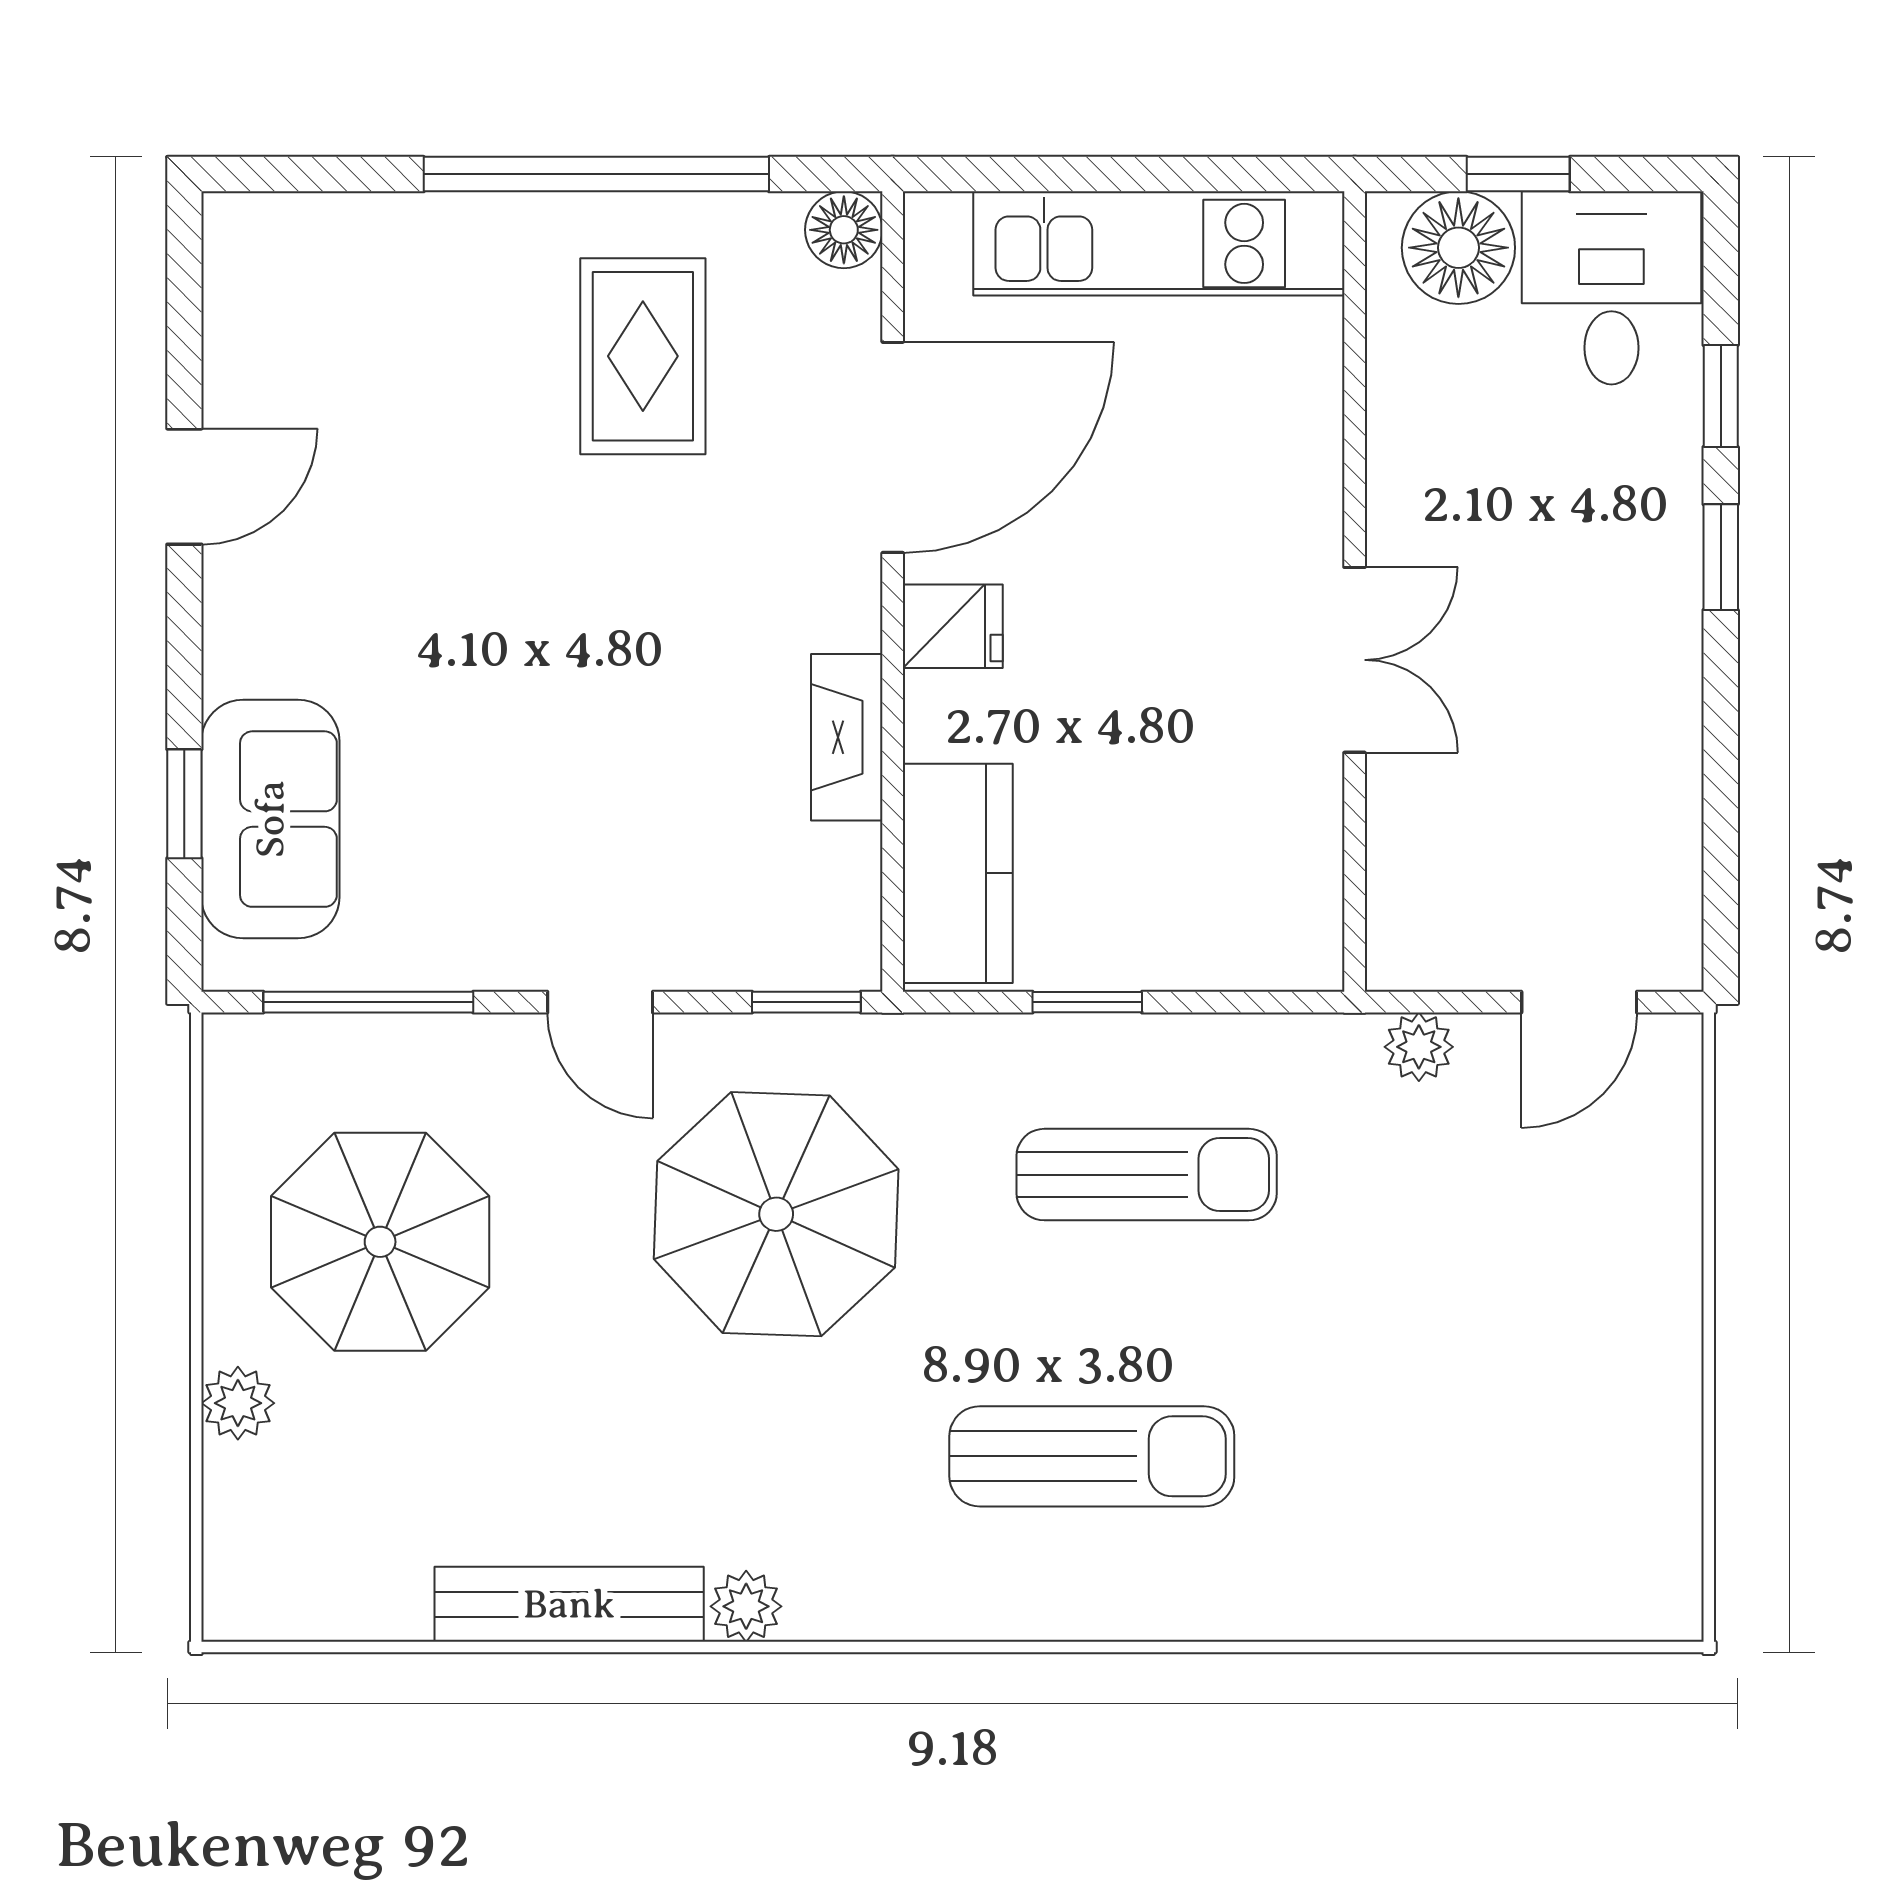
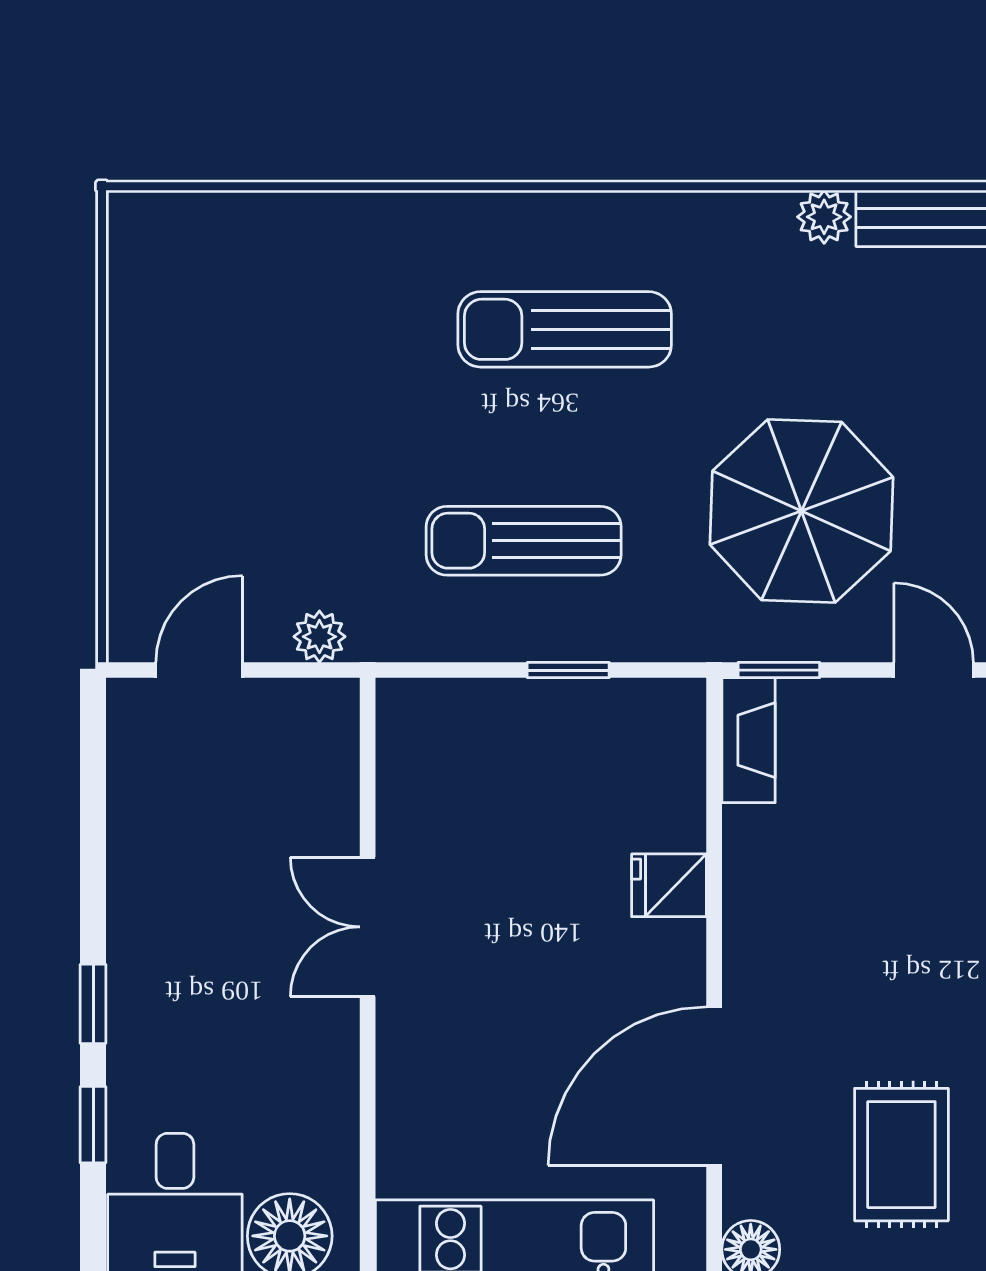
fridge: (953, 626) -> (669, 885), moved
fireplace: (847, 737) -> (749, 740), moved
kitchen counter: (958, 873) -> (665, 767), removed

